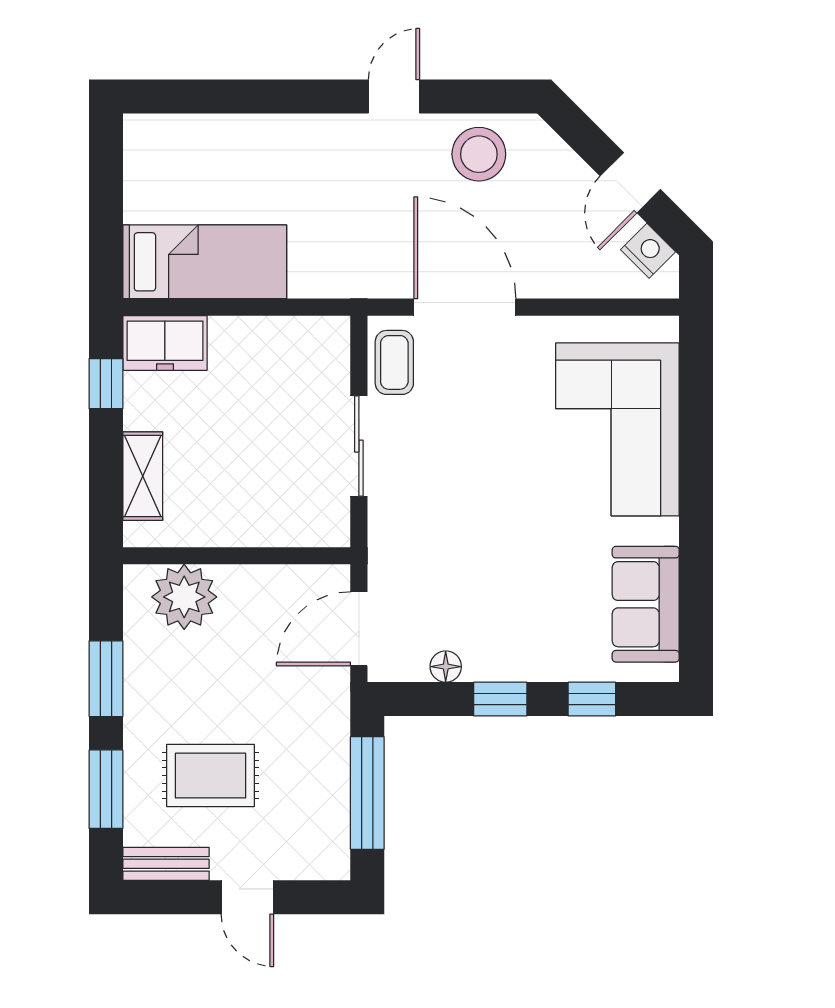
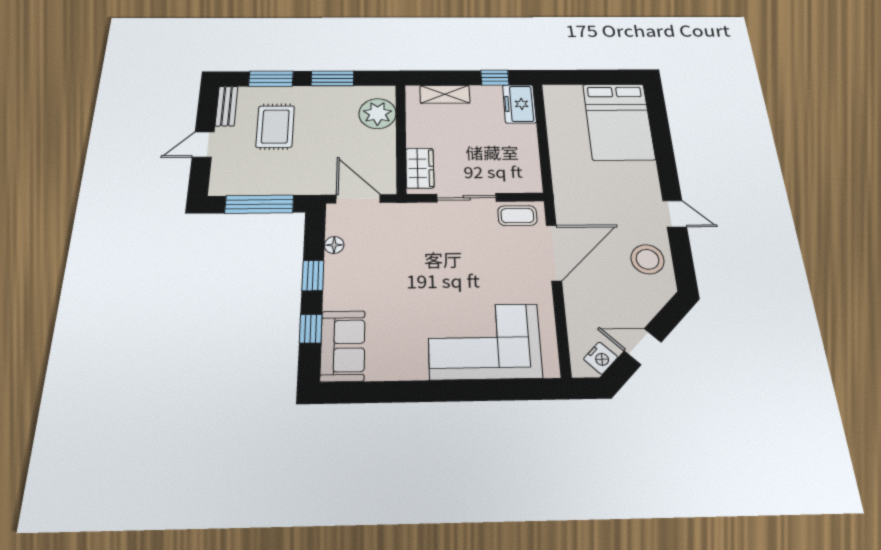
bed: (205, 262) -> (619, 121), moved, width x1.50
wardrobe: (299, 524) -> (420, 168), added
sofa: (646, 604) -> (343, 346), moved, turned 90

